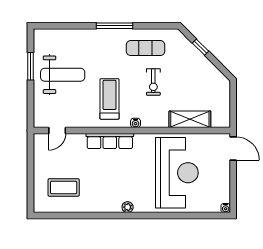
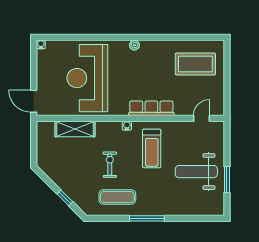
coffee table: (64, 187) -> (195, 64), width x1.36, depth x1.32

